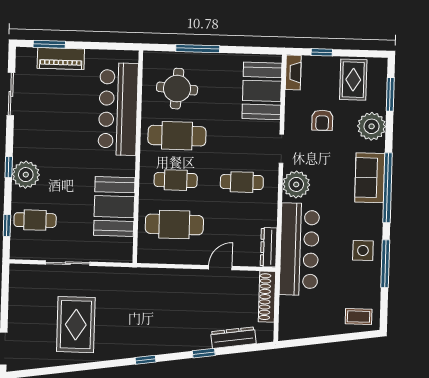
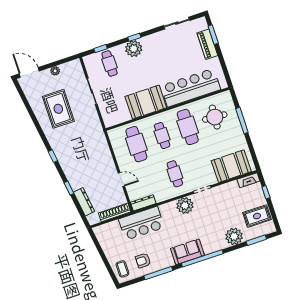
armchair: (322, 120) -> (143, 260), moved
sofa: (370, 178) -> (187, 252), moved
booth: (114, 207) -> (146, 102), moved
bar counter: (299, 249) -> (141, 223), width x0.73
side table: (363, 250) -> (161, 258), removed
plant: (16, 308) -> (55, 71), added
rug: (76, 325) -> (58, 109), turned 90

